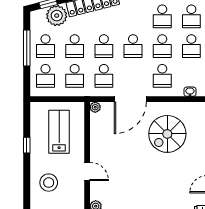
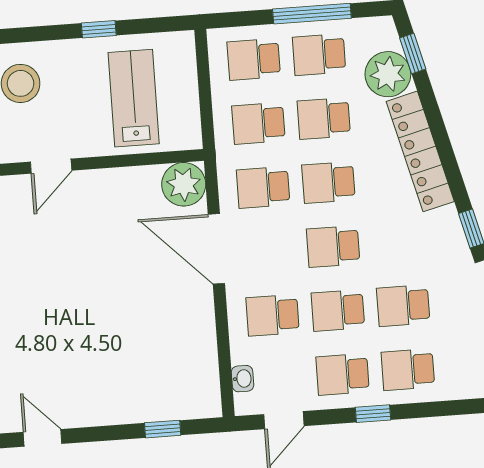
plant: (95, 107) -> (184, 184), width x1.87, depth x1.87
lab bench: (59, 132) -> (134, 98), turned -90
spiral stairs: (167, 134) -> (146, 336), removed

